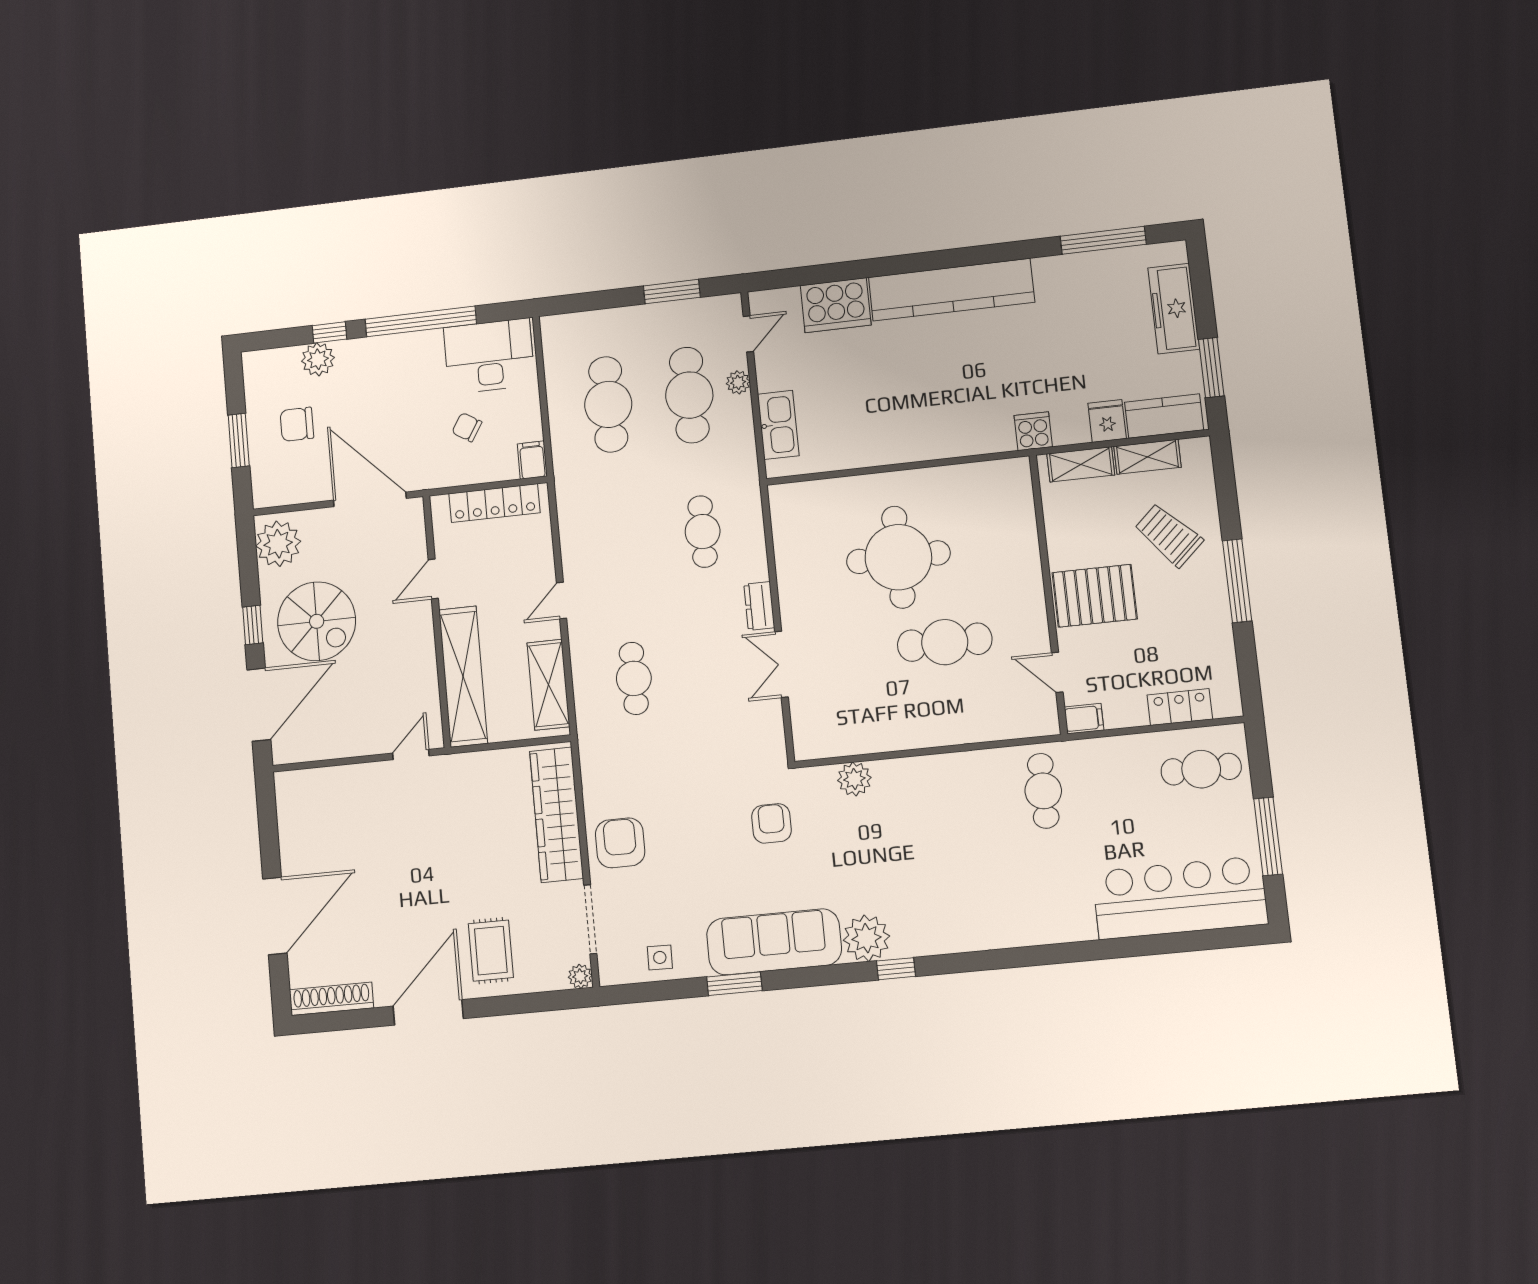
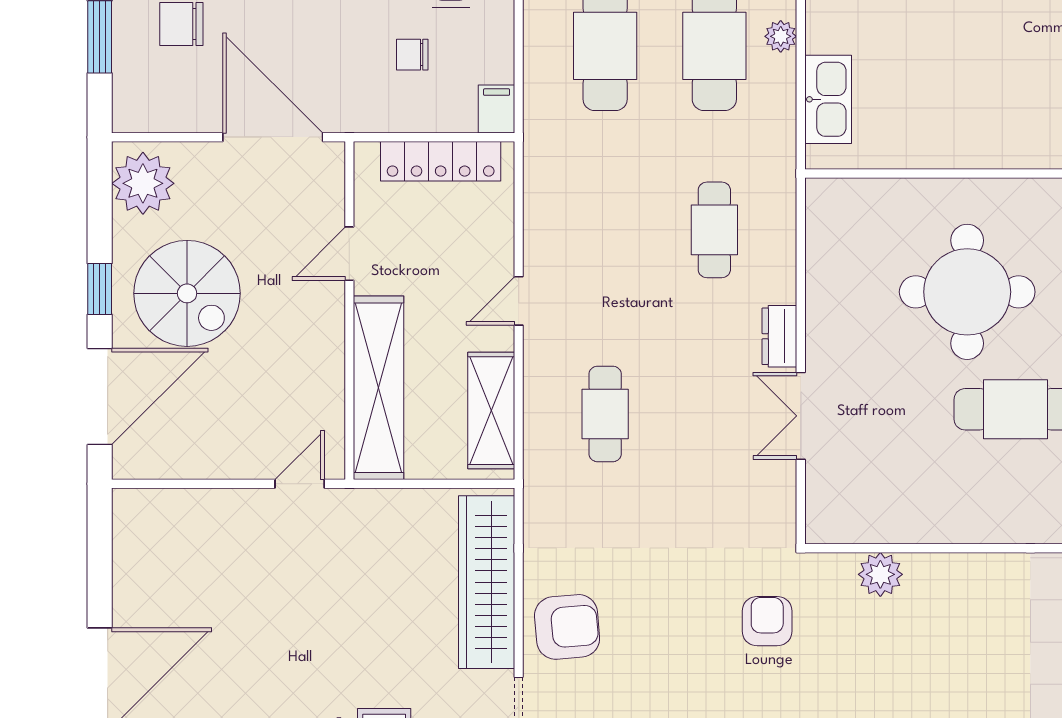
chair: (467, 427) -> (412, 55), turned -32
armchair: (620, 843) -> (567, 627), turned 85

